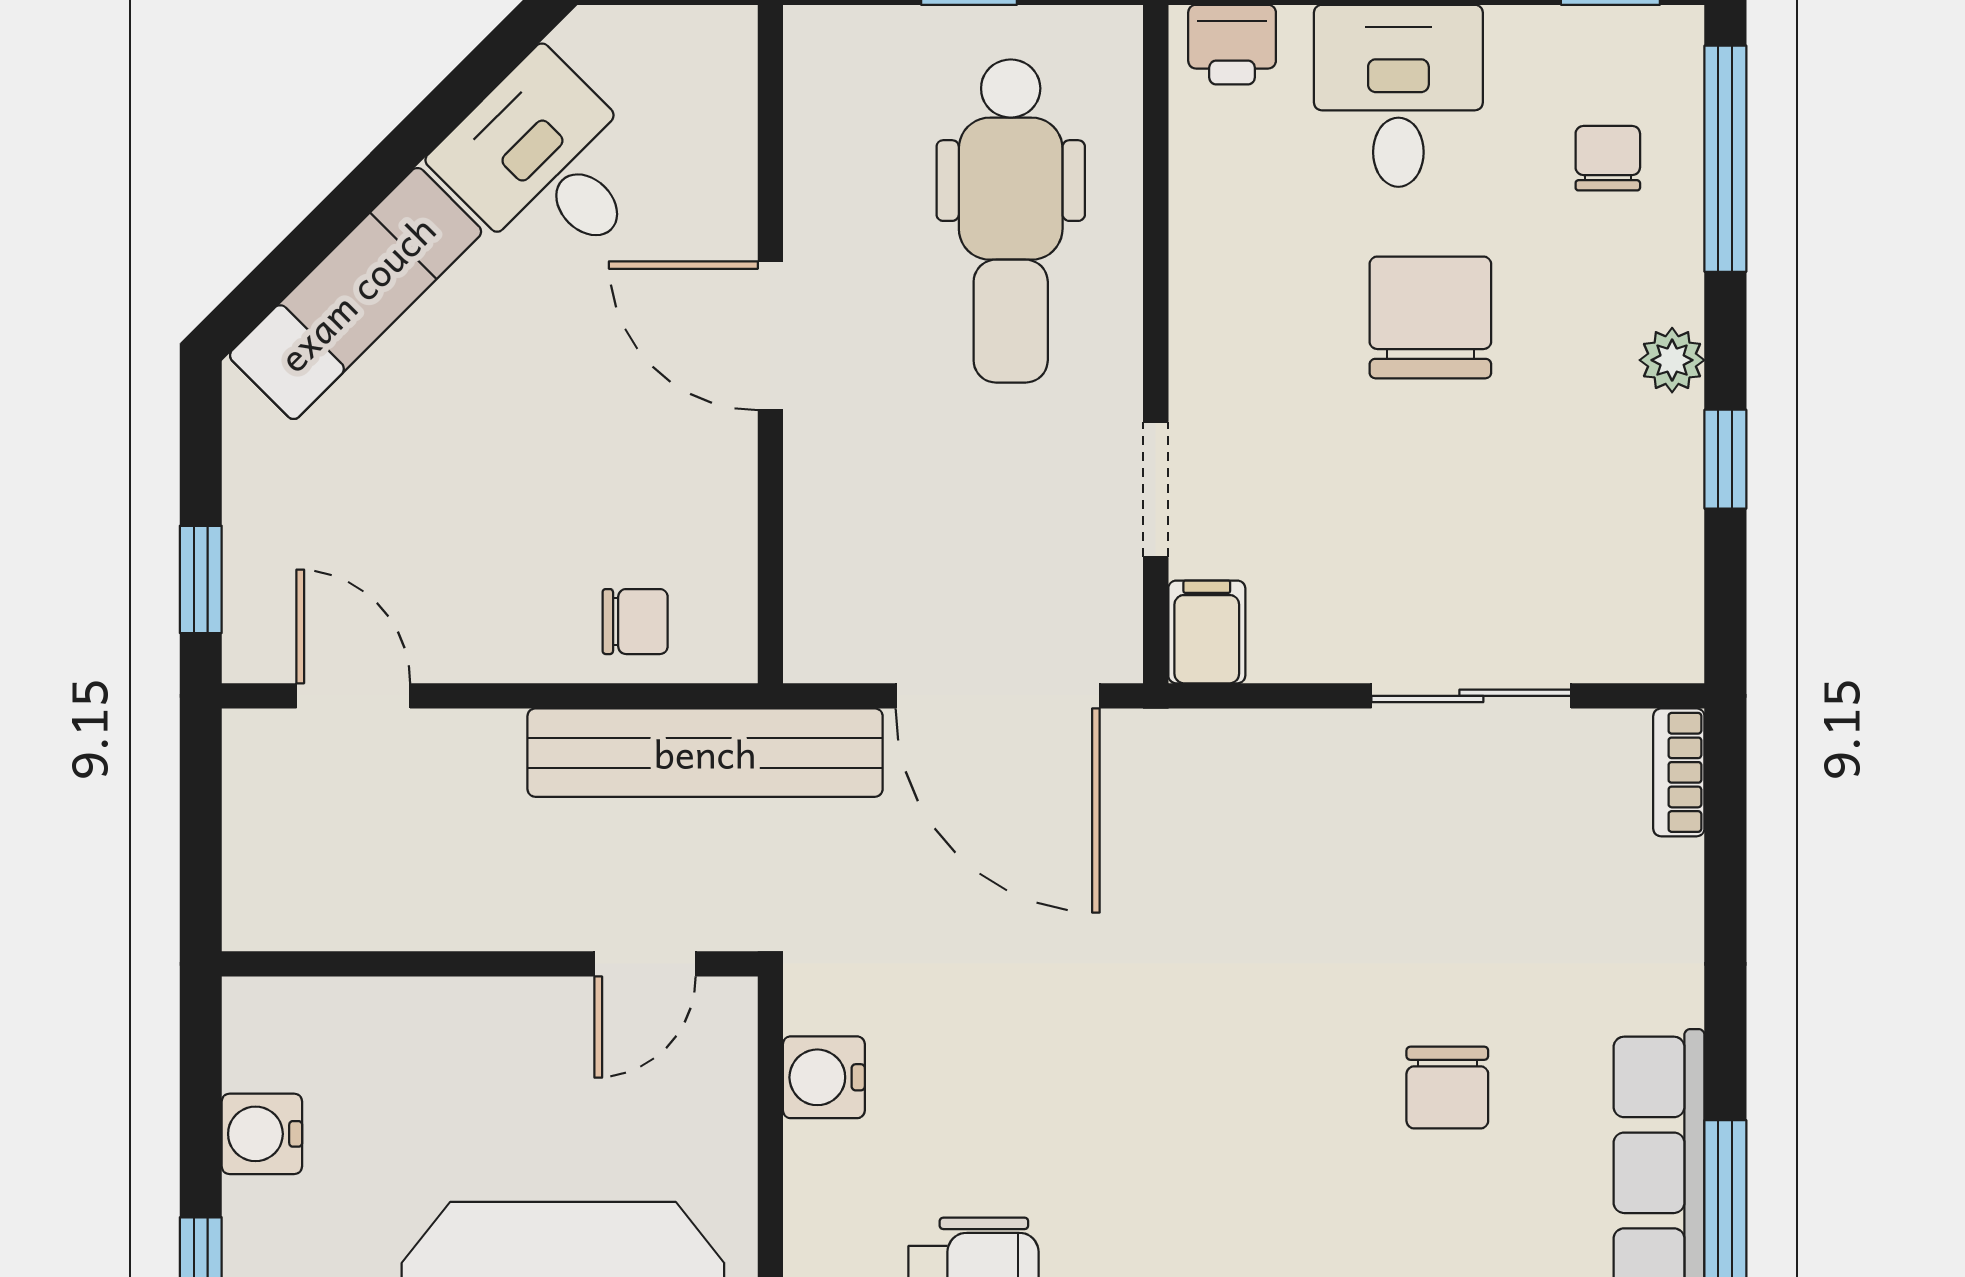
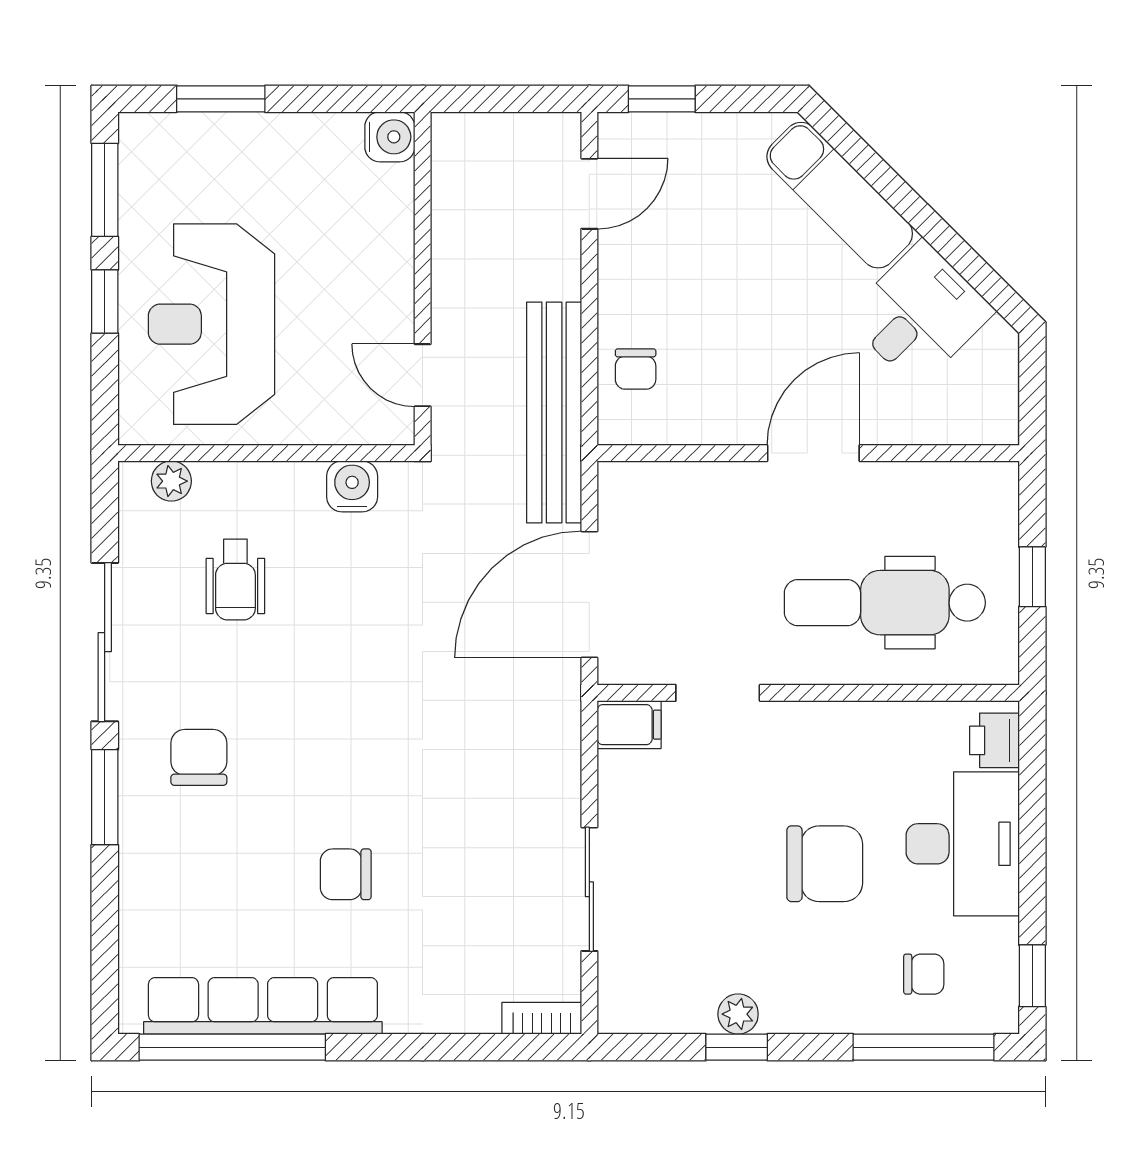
desk: (1398, 96) -> (963, 844), width x1.37
plant: (1672, 360) -> (738, 1014), moved
water cooler: (262, 1134) -> (390, 137), moved, turned 90

